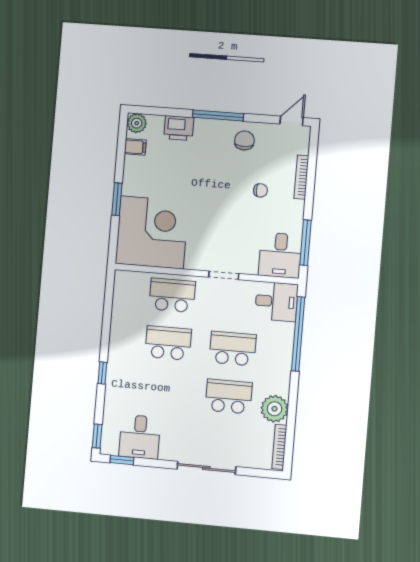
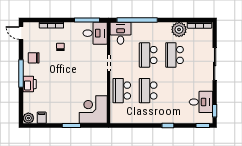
printer: (179, 128) -> (30, 84), moved
corner desk: (152, 232) -> (93, 110), width x0.74, depth x0.74

